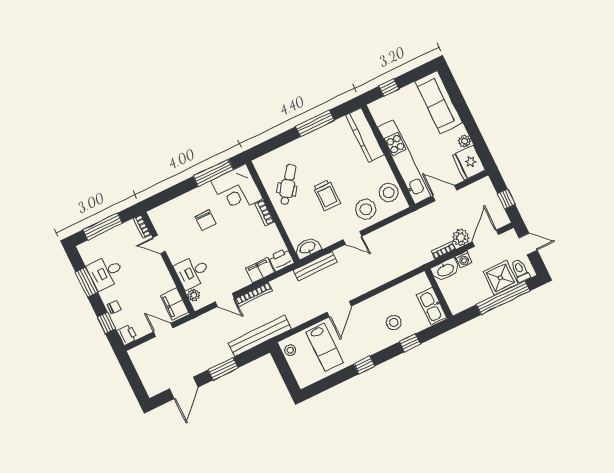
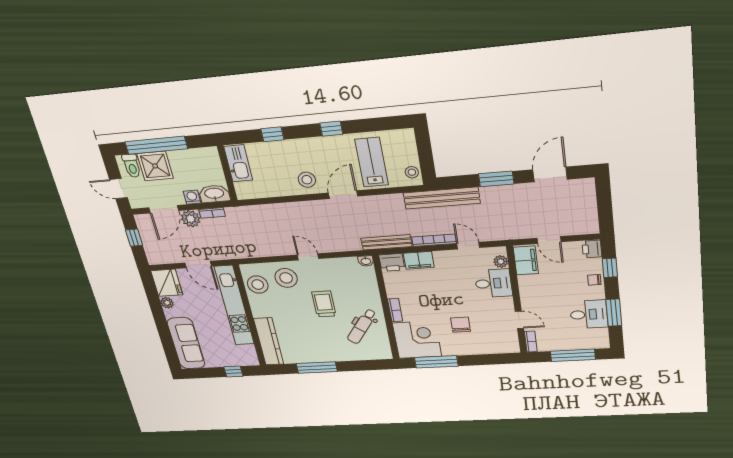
washbasin: (308, 248) -> (366, 261), width x0.52, depth x0.69
bench: (315, 266) -> (386, 242), moved
stool: (394, 322) -> (307, 180), moved

